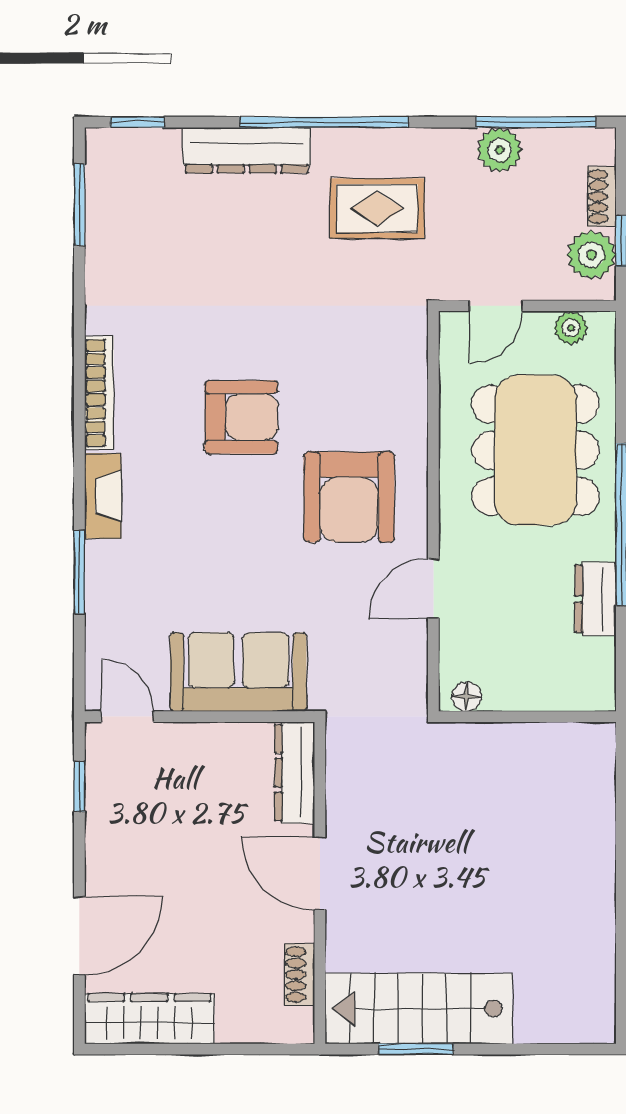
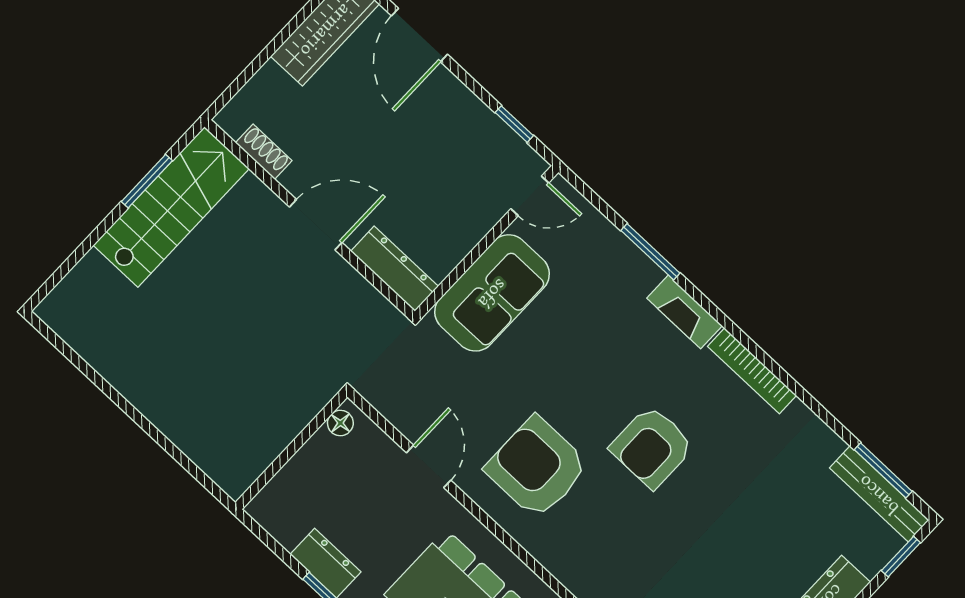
bench: (102, 190) -> (879, 494), added

